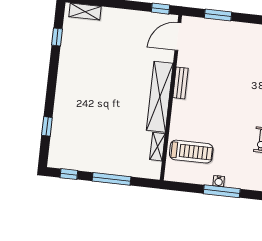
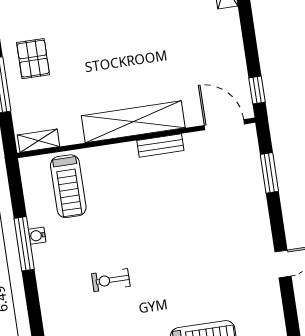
shelving: (157, 147) -> (39, 141), moved
pallet: (100, 152) -> (33, 59), added

